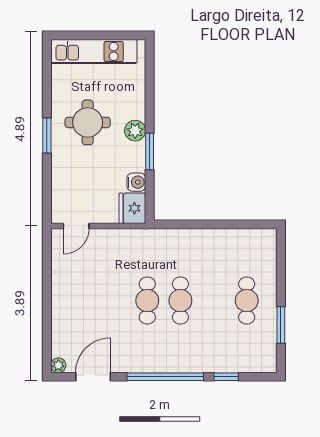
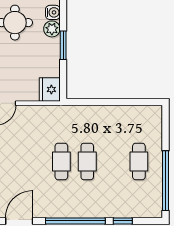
water cooler: (136, 182) -> (53, 12), moved
window: (281, 325) -> (166, 181), width x2.11

